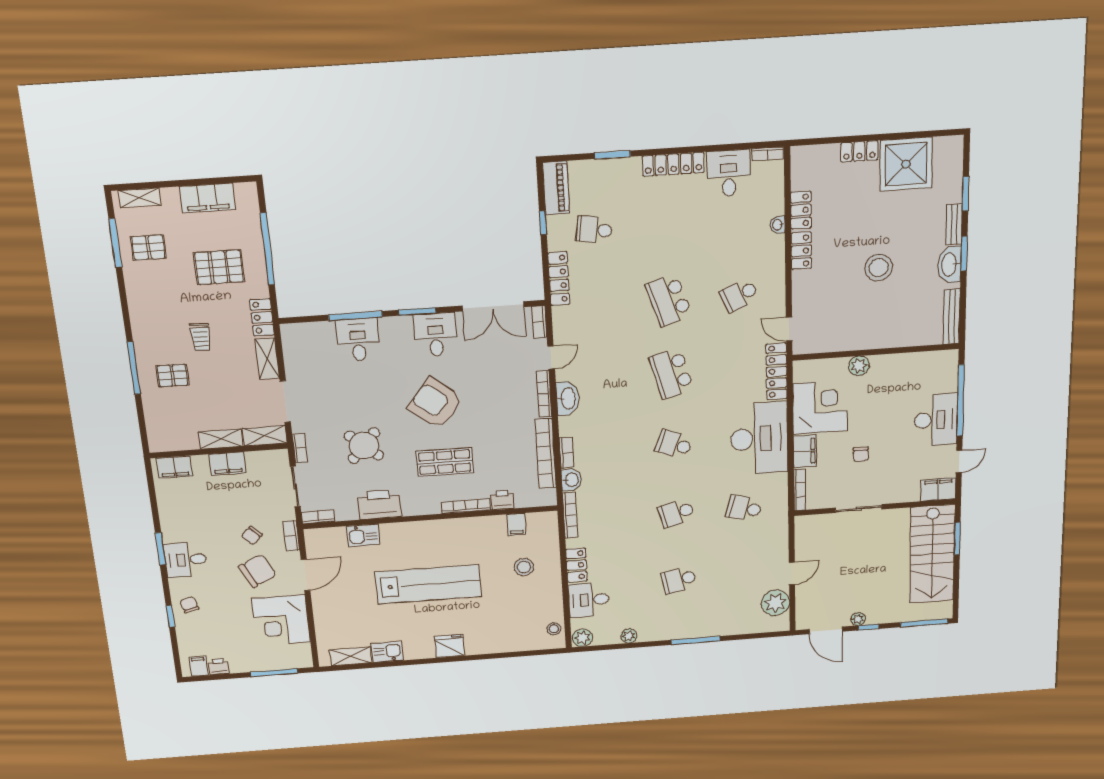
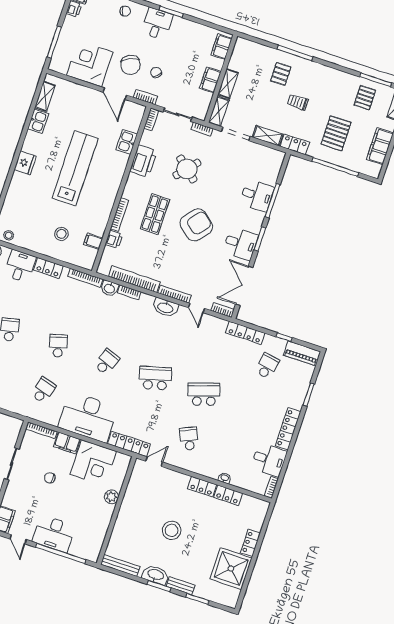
lab bench: (428, 584) -> (75, 168), turned 180

